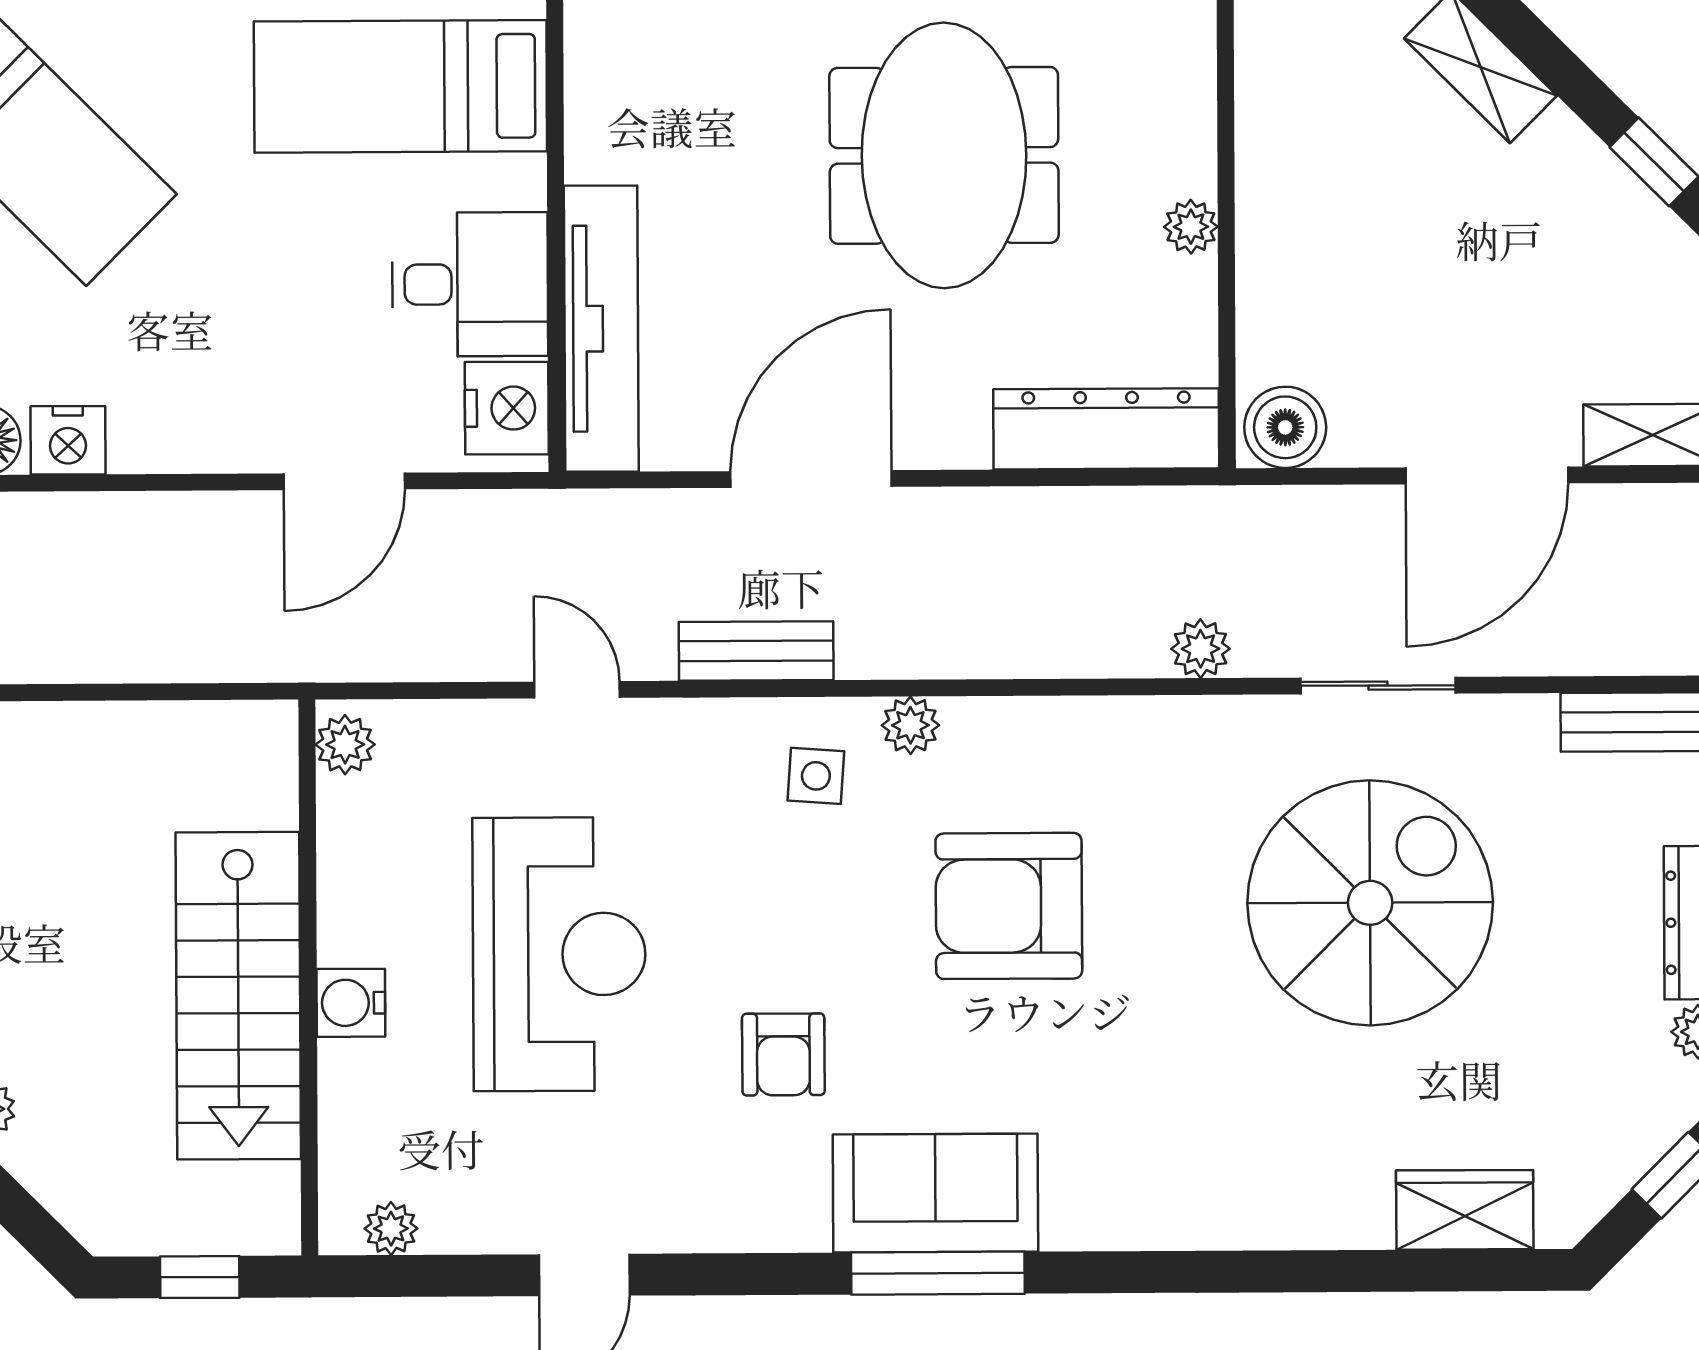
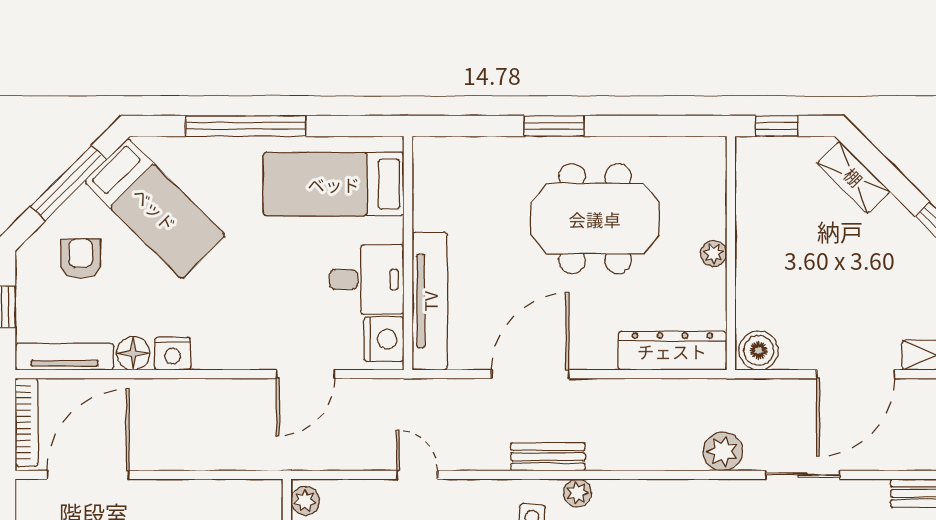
meeting table: (944, 155) -> (595, 219), turned 90
plant: (1201, 649) -> (723, 451), width x1.38, depth x1.38
bench: (756, 651) -> (548, 457), moved

